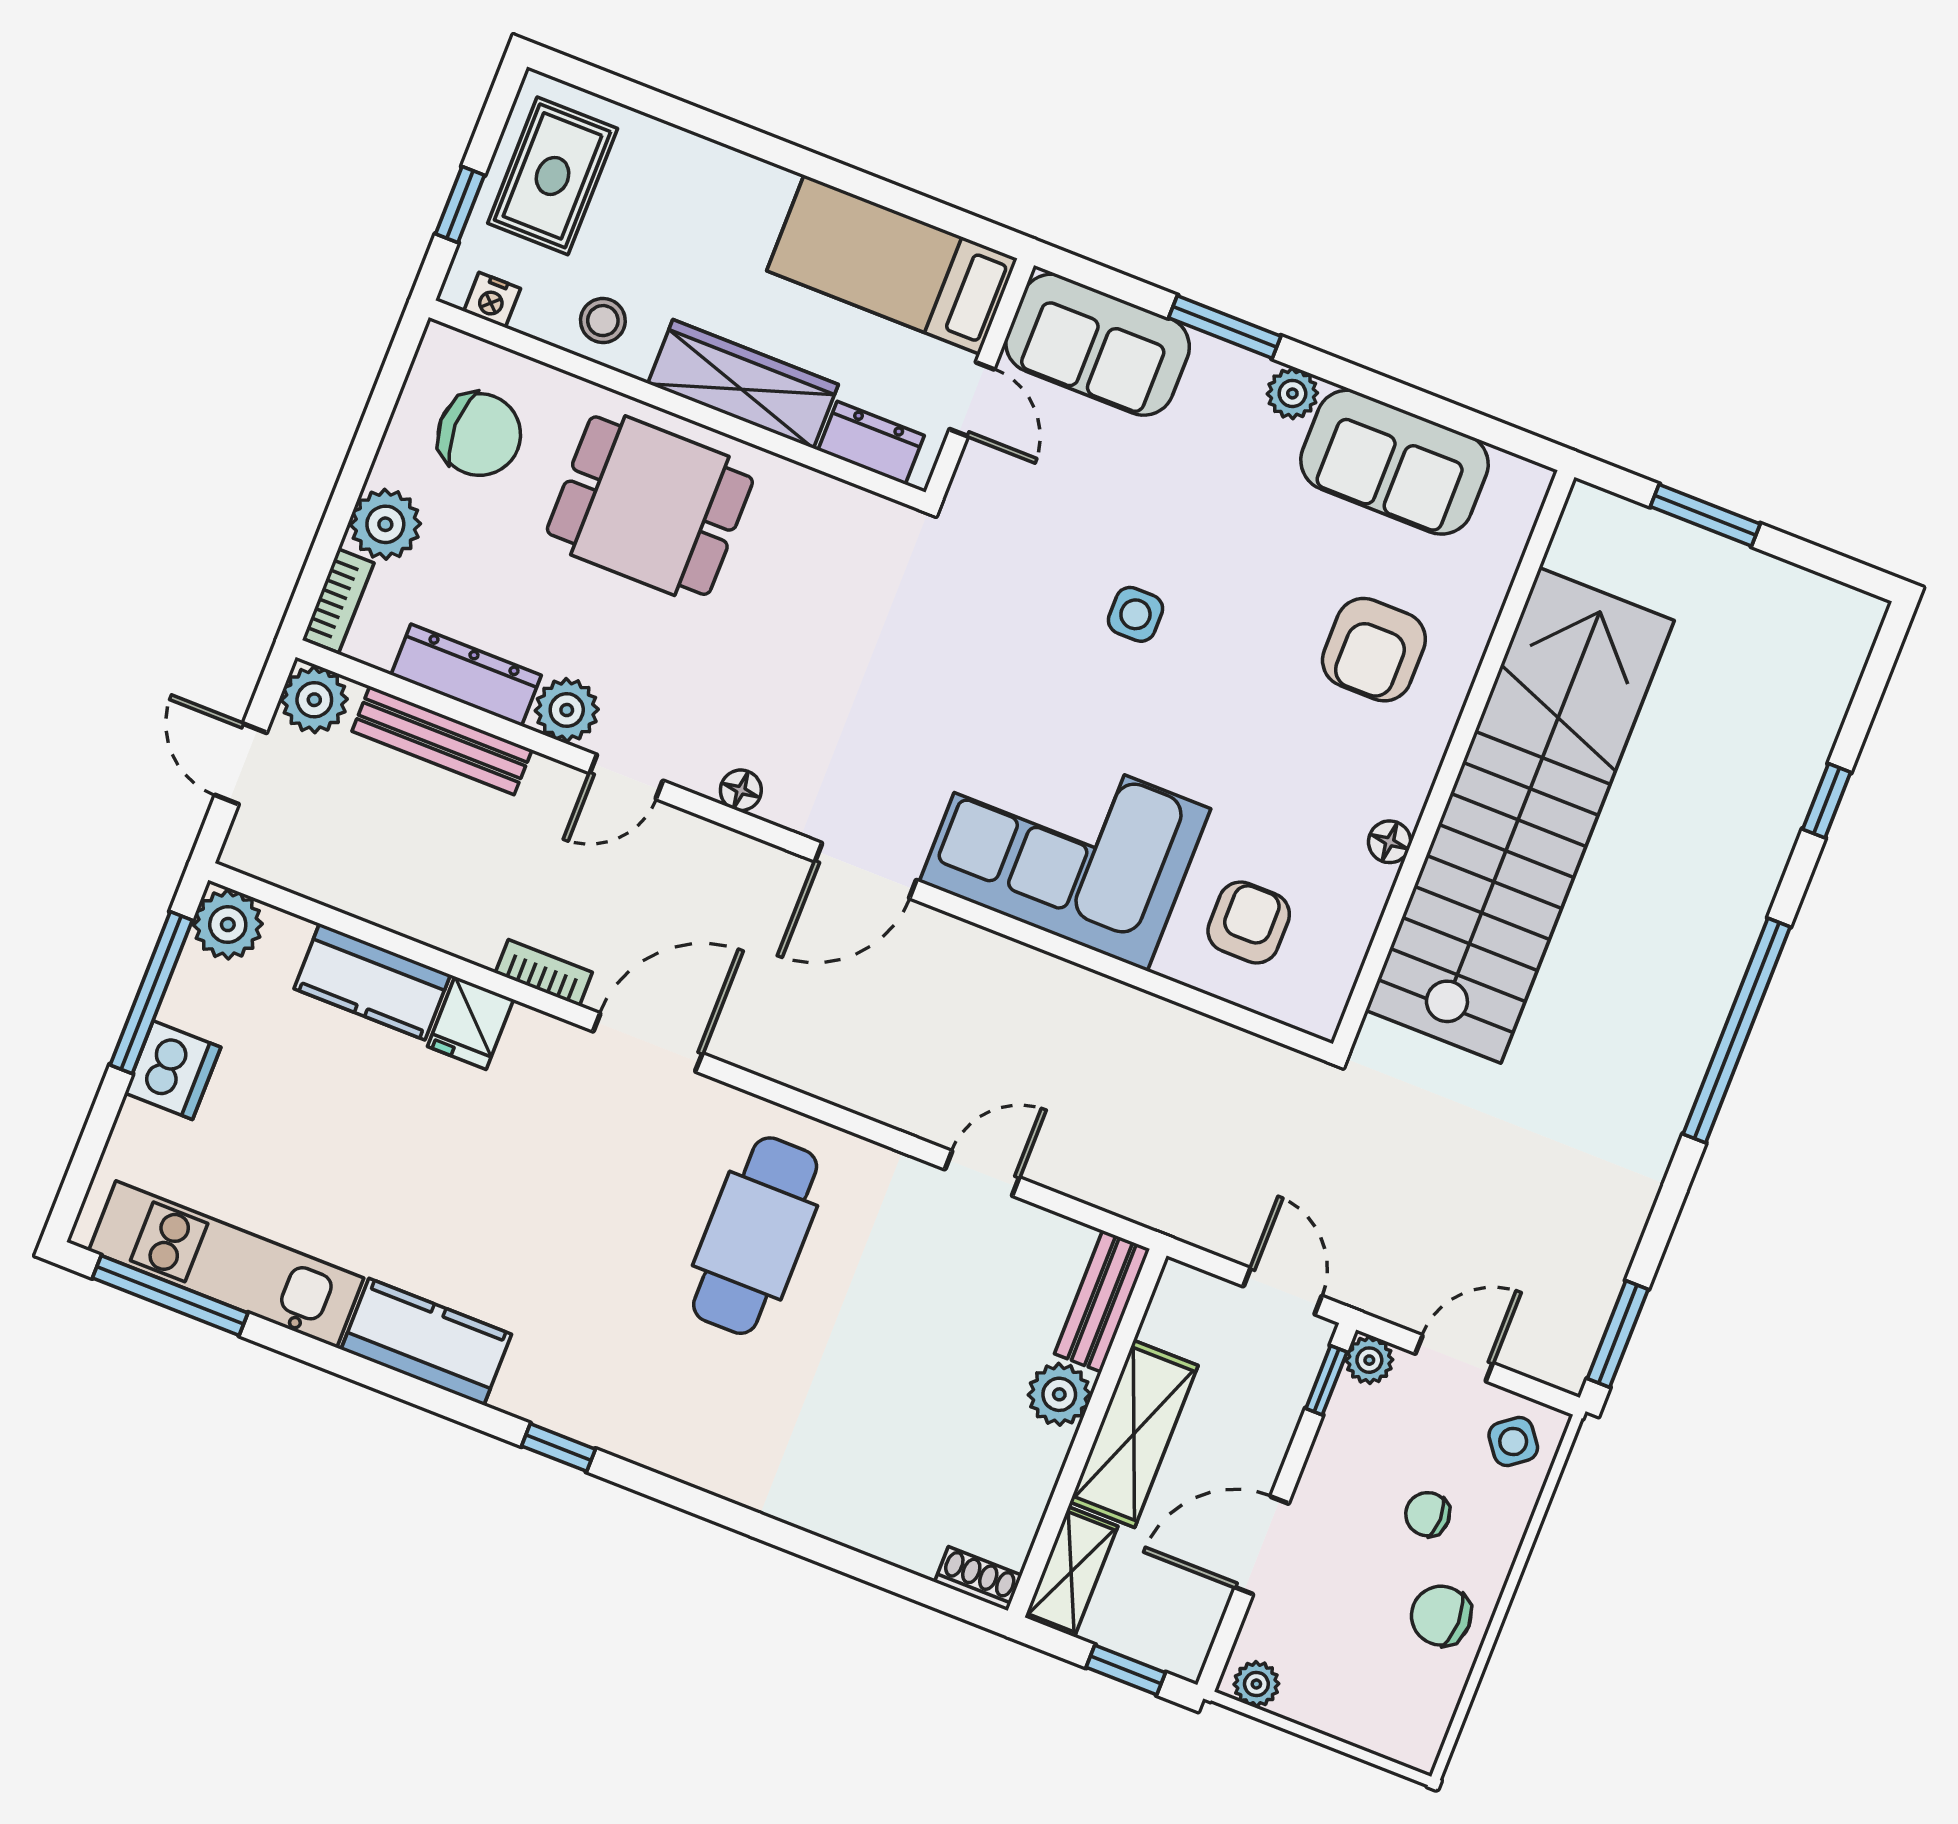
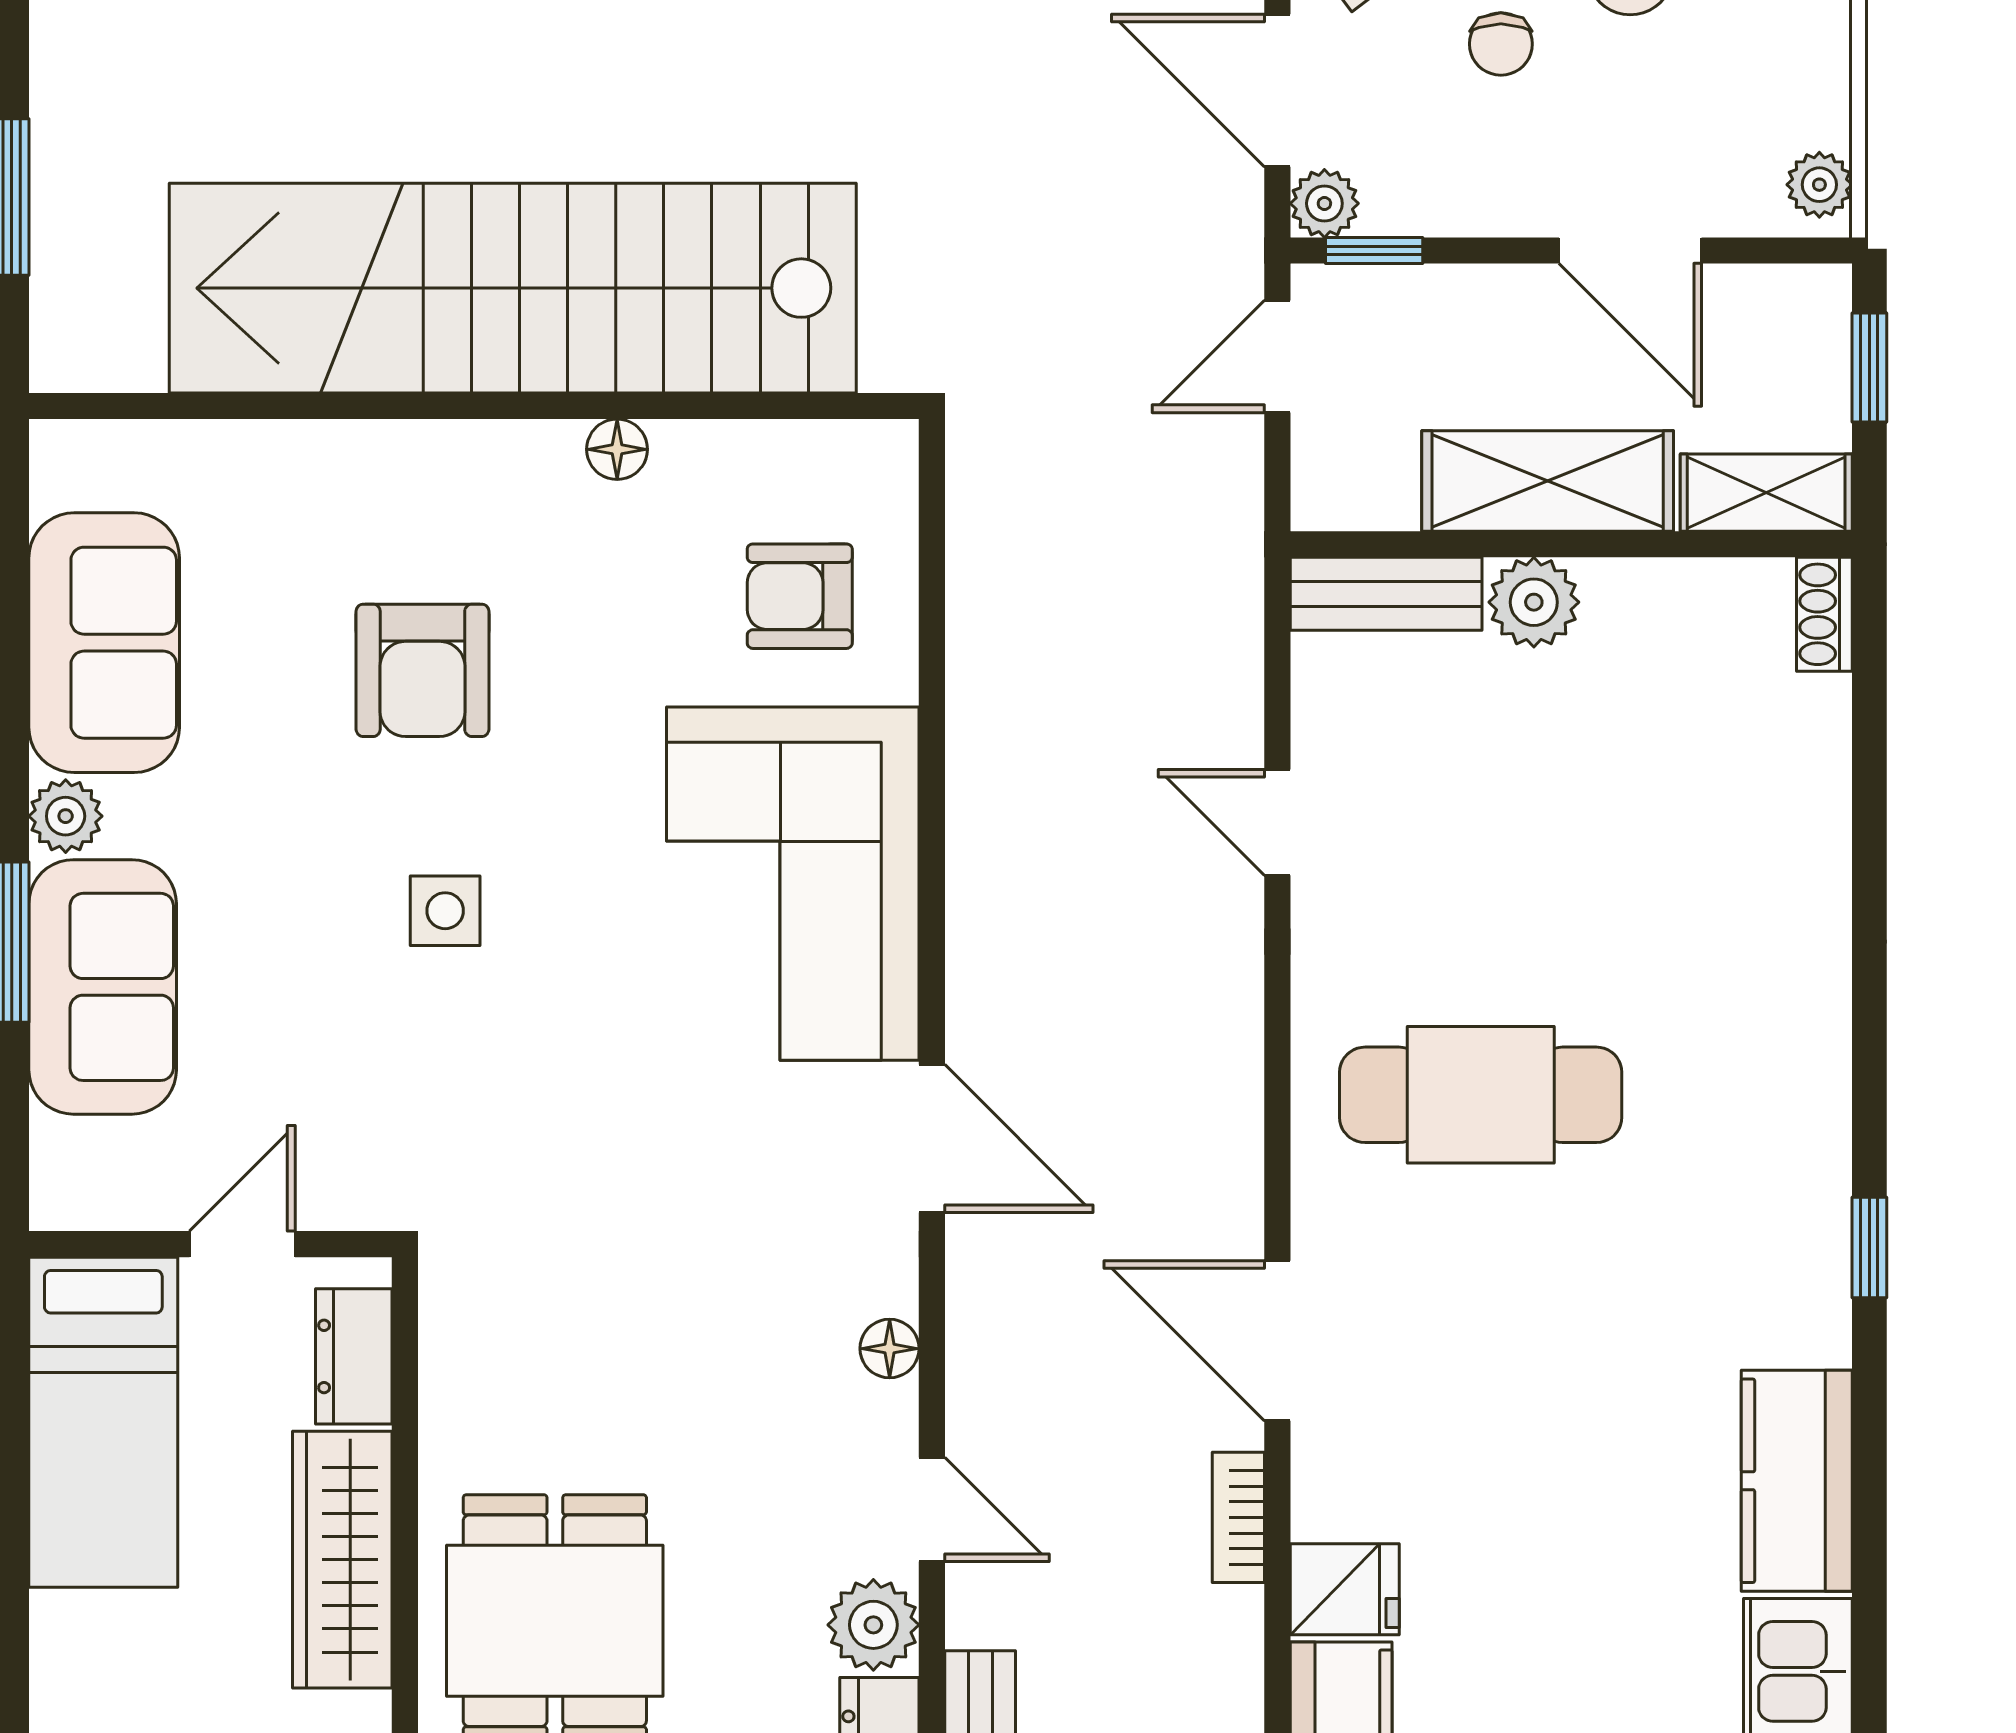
sofa: (1098, 345) -> (103, 987), moved
armchair: (1374, 650) -> (422, 670), moved, turned 90
door: (1454, 1358) -> (1277, 90), width x1.38

